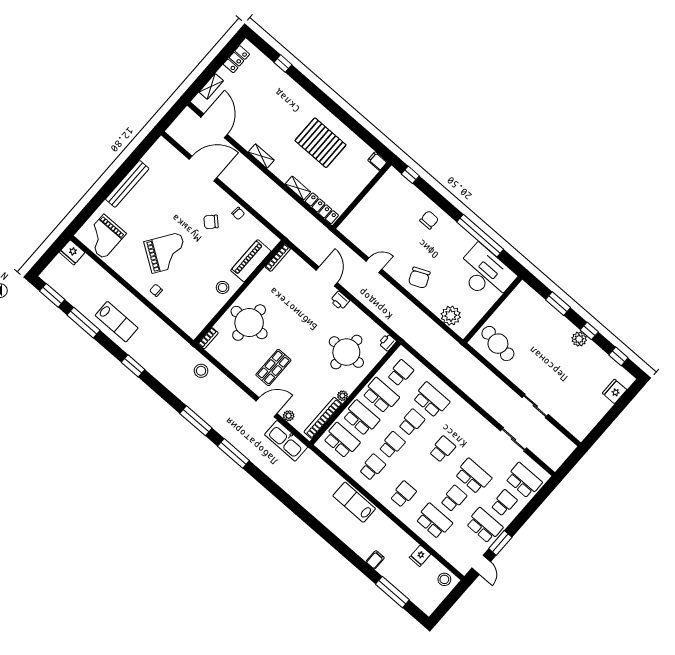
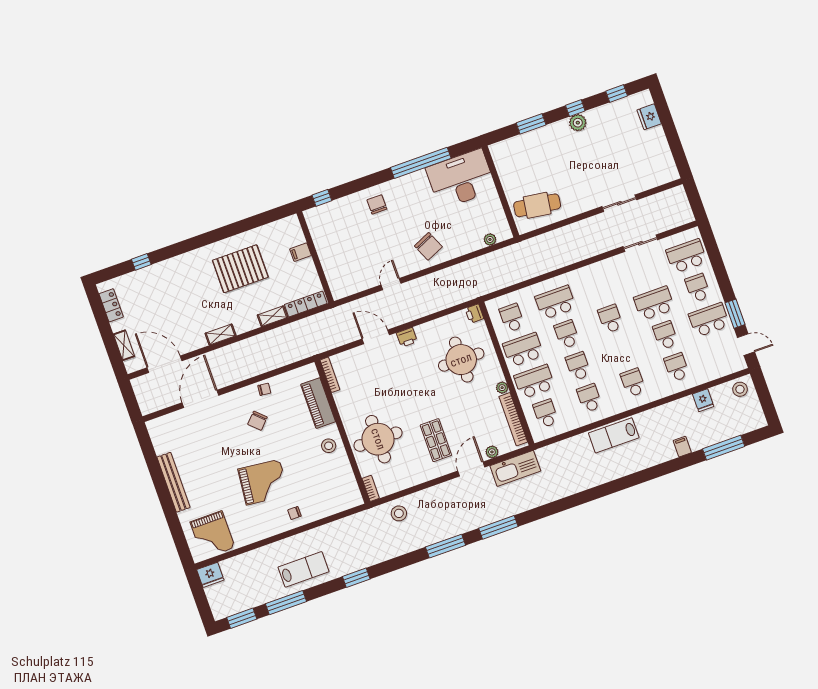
filing cabinet: (377, 161) -> (301, 252), moved
grand piano: (166, 253) -> (263, 482), turned 62
plant: (451, 316) -> (490, 239), width x0.53, depth x0.53
school desk: (342, 440) -> (546, 413), width x0.54
school desk: (434, 521) -> (677, 367), width x0.54

